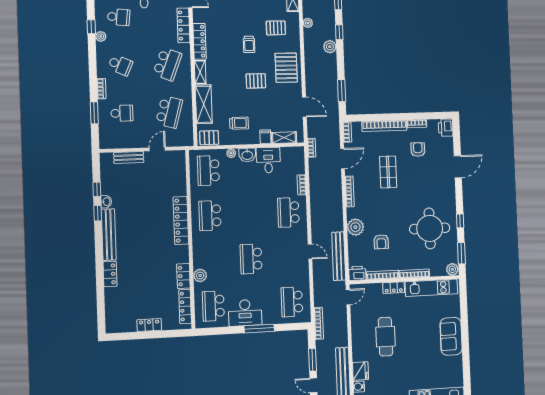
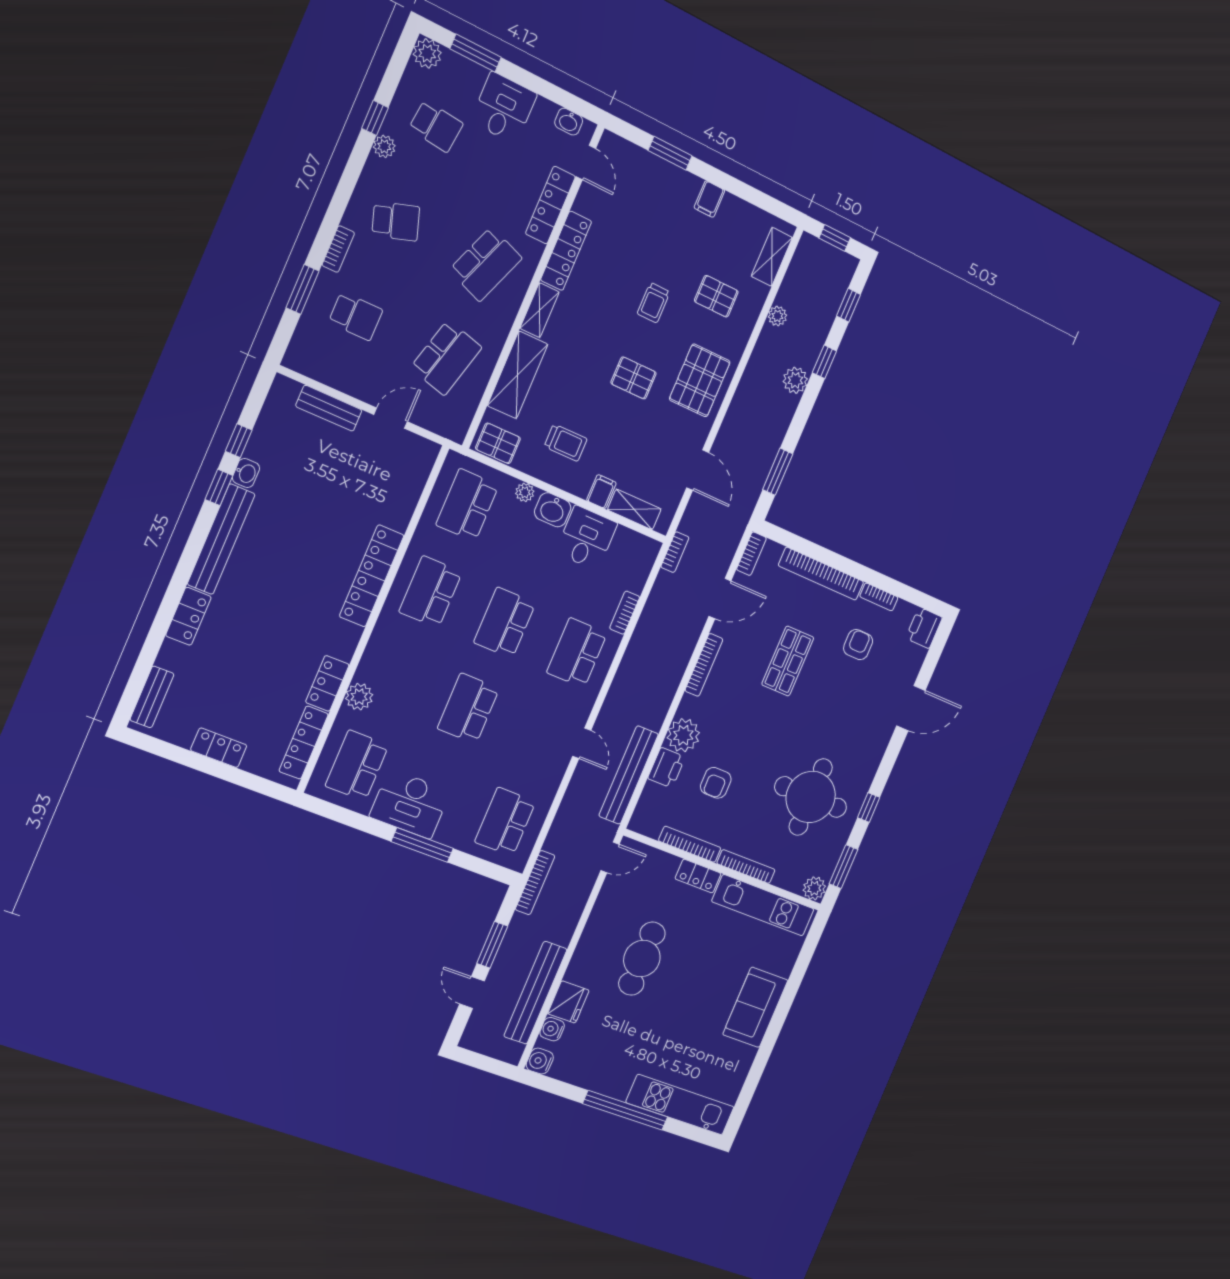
school desk: (120, 65) -> (396, 221), turned -42
school desk: (249, 214) -> (505, 623), added
printer: (357, 273) -> (667, 768), moved, turned 90
bench: (110, 316) -> (152, 697), added

